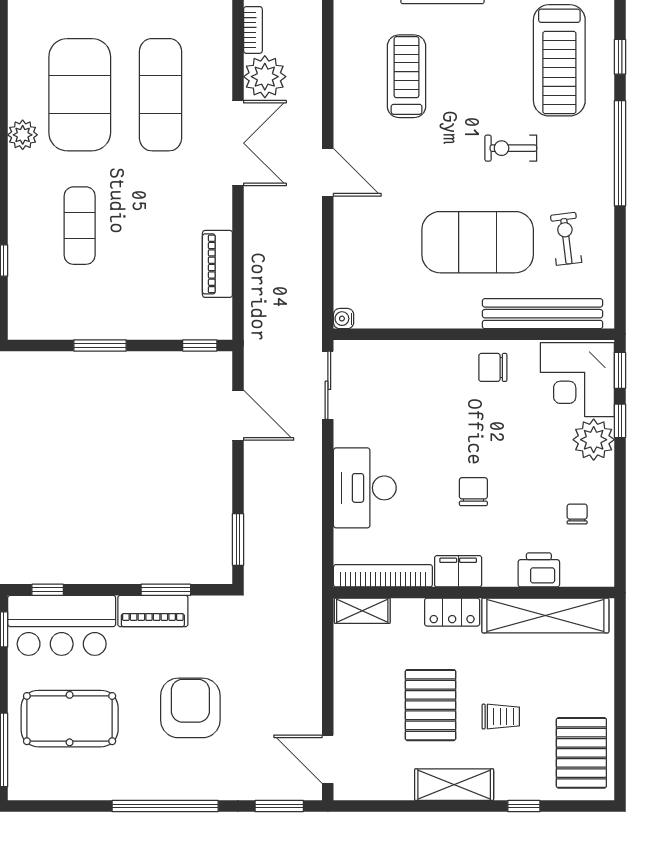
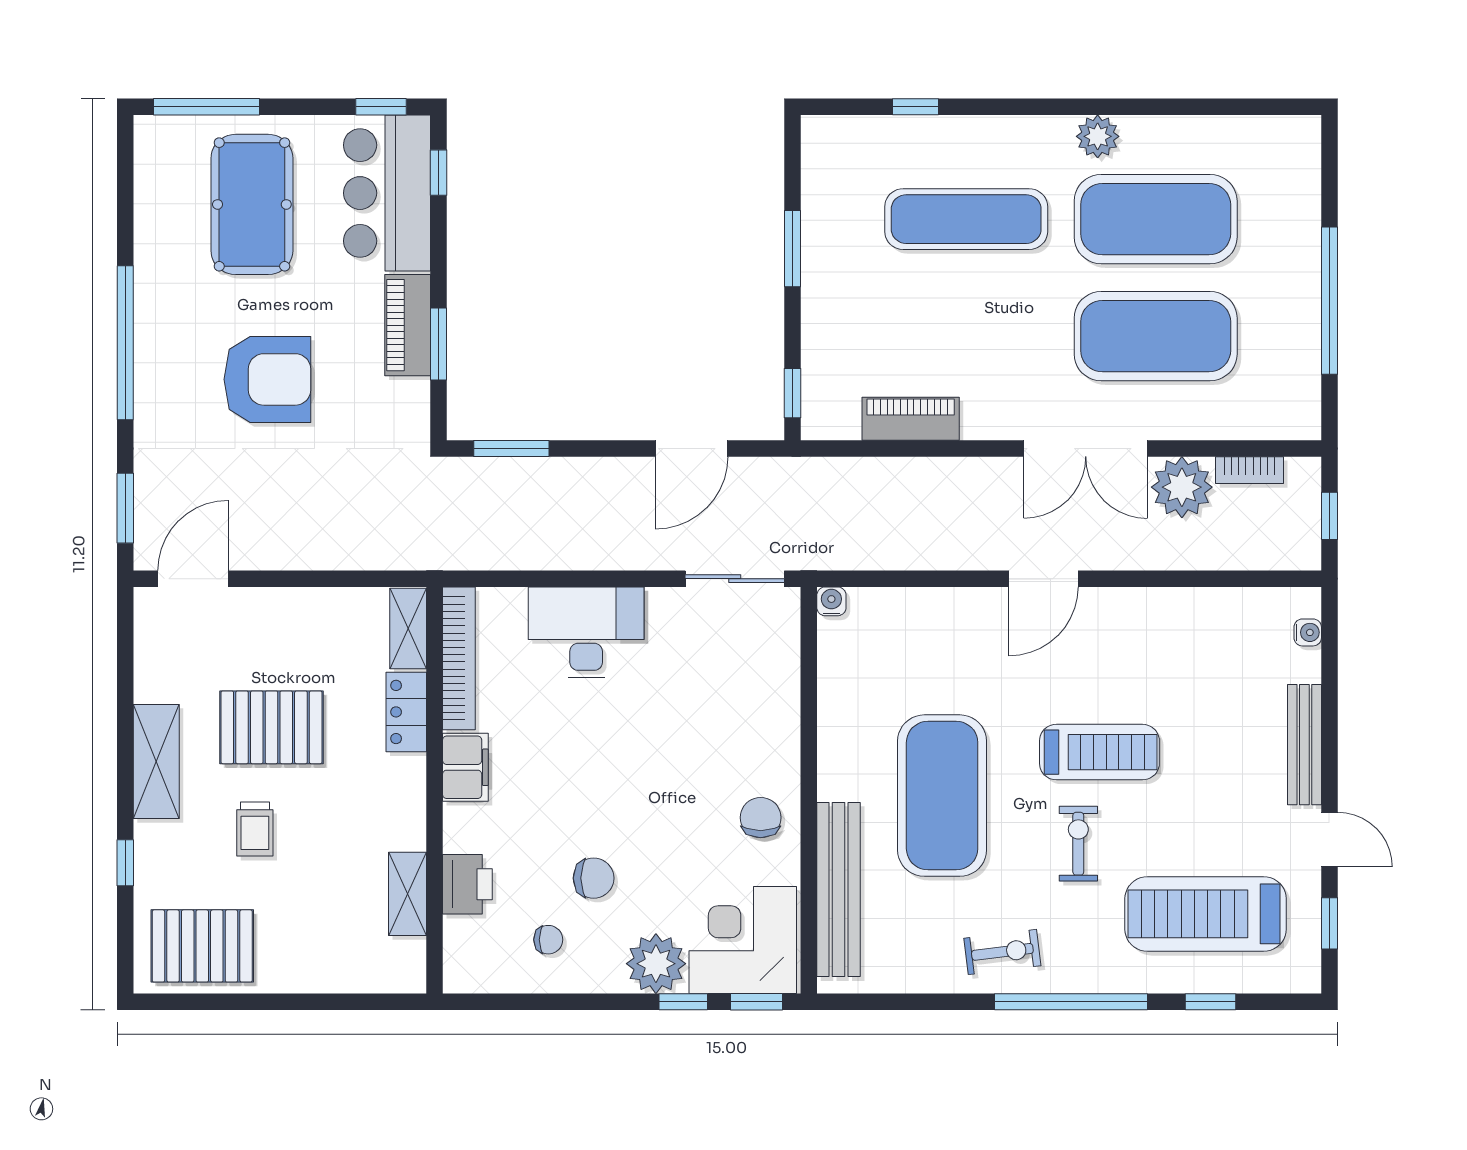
treadmill: (407, 76) -> (1099, 752), moved
exercise mat: (160, 95) -> (1156, 336), width x1.47
exercise mat: (80, 226) -> (966, 219), width x1.36, depth x1.45
exercise bike: (566, 239) -> (1002, 952), moved
chair: (473, 492) -> (594, 878), moved
locker: (452, 612) -> (406, 712), moved
shelving: (545, 616) -> (407, 894), width x0.45, depth x0.75

